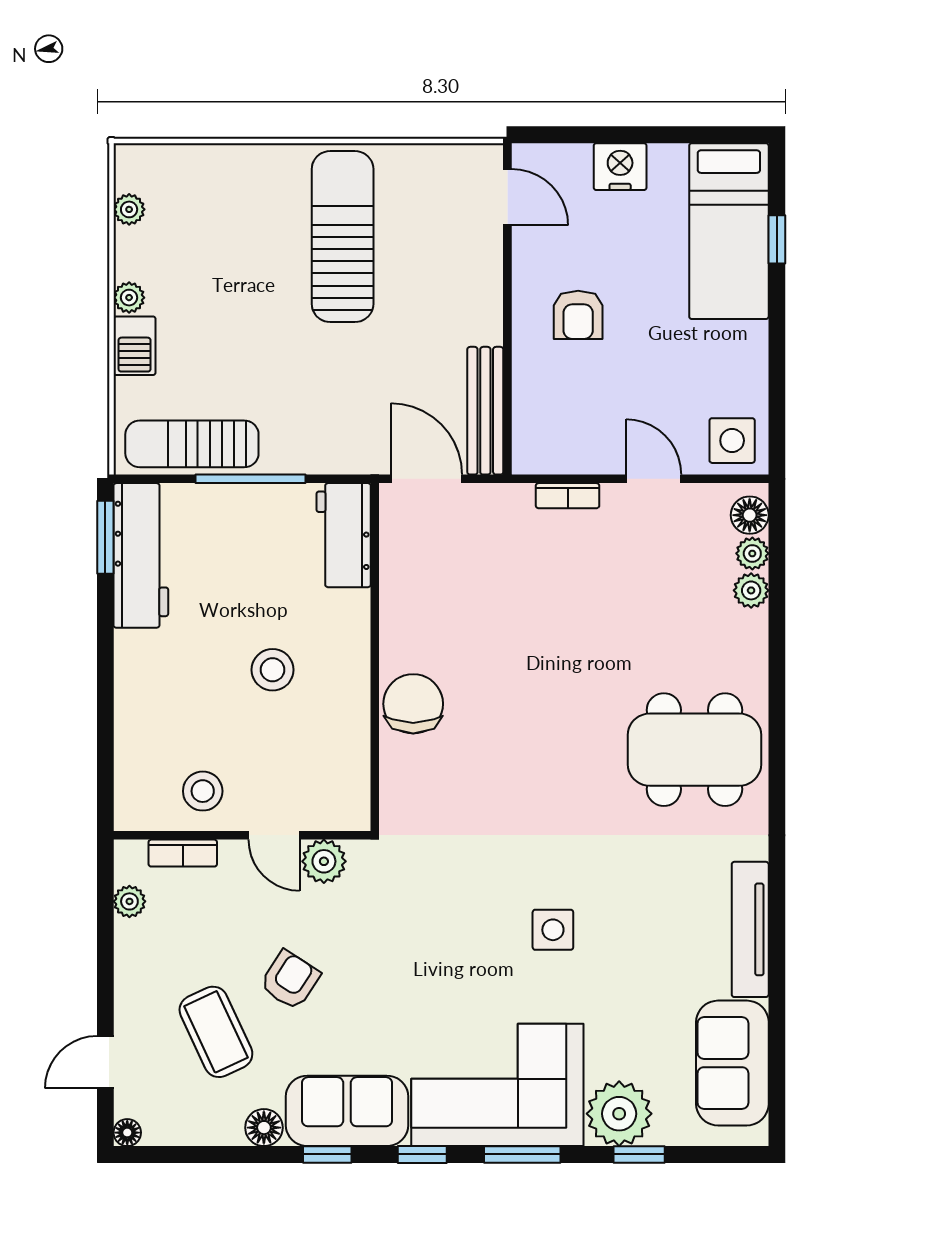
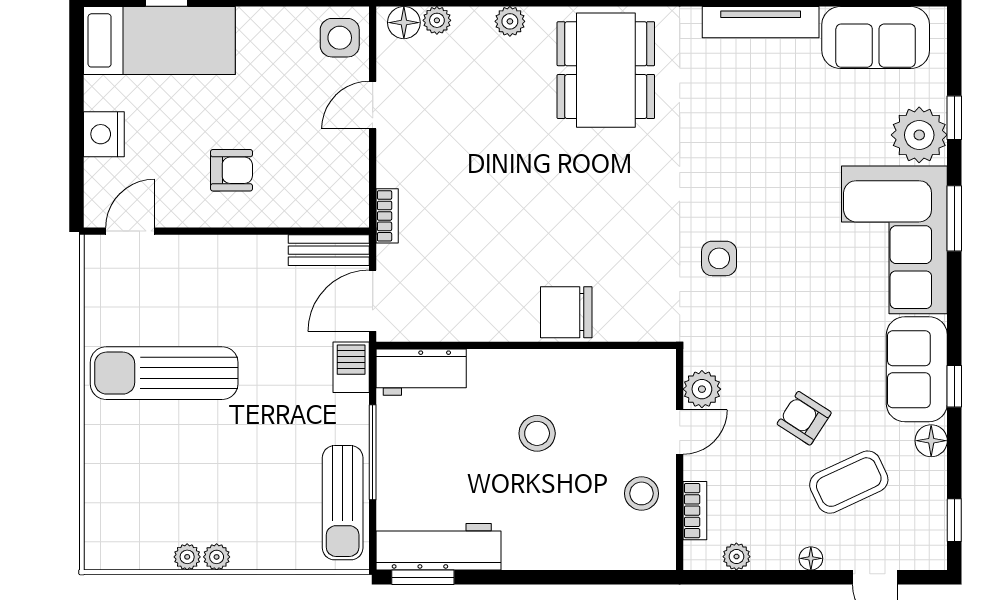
plant: (129, 209) -> (187, 557), moved
barbecue: (135, 346) -> (351, 367), moved, turned -90
bench: (485, 411) -> (329, 250), width x0.73
bookcase: (568, 496) -> (387, 216), moved
plant: (751, 590) -> (510, 21), moved
side table: (553, 930) -> (719, 258), moved
floor lamp: (127, 1133) -> (811, 558), moved
window: (422, 1154) -> (954, 520), moved

